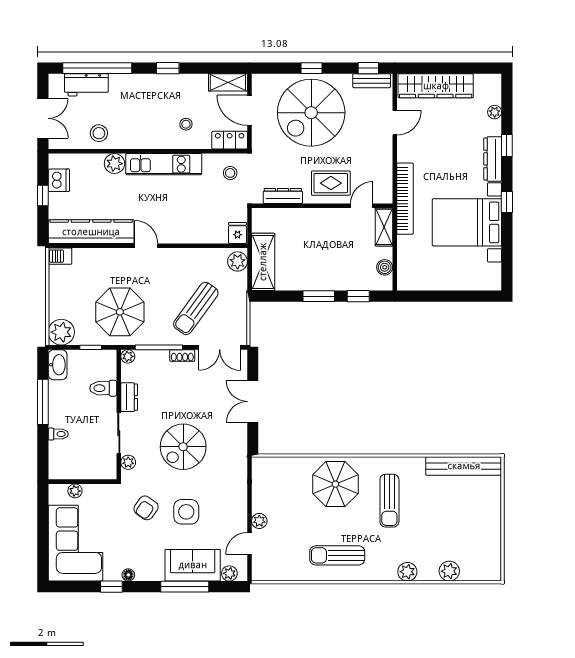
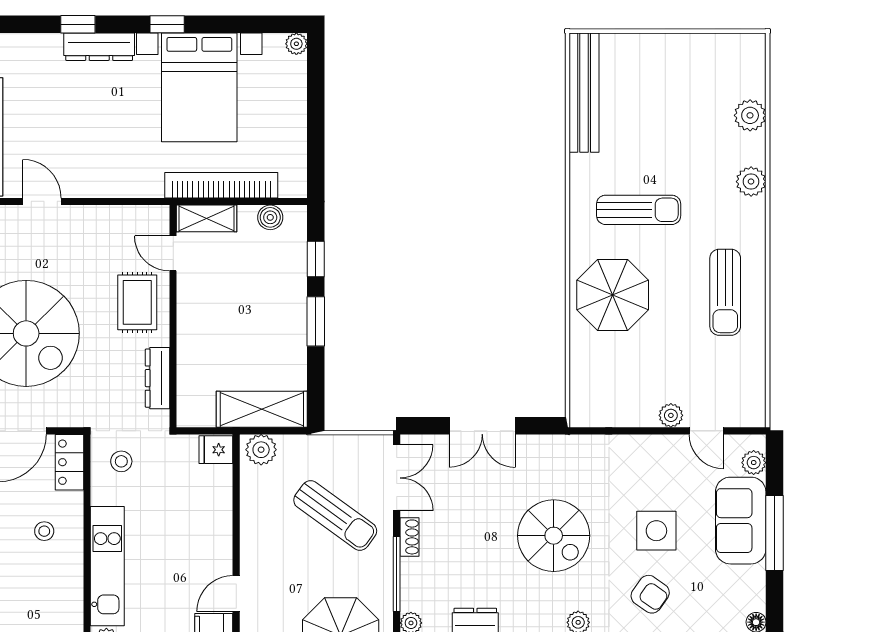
plant: (495, 112) -> (296, 44), moved
bookcase: (405, 199) -> (221, 185), moved

